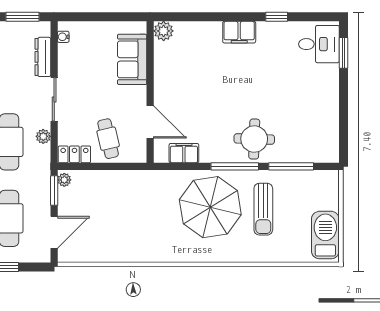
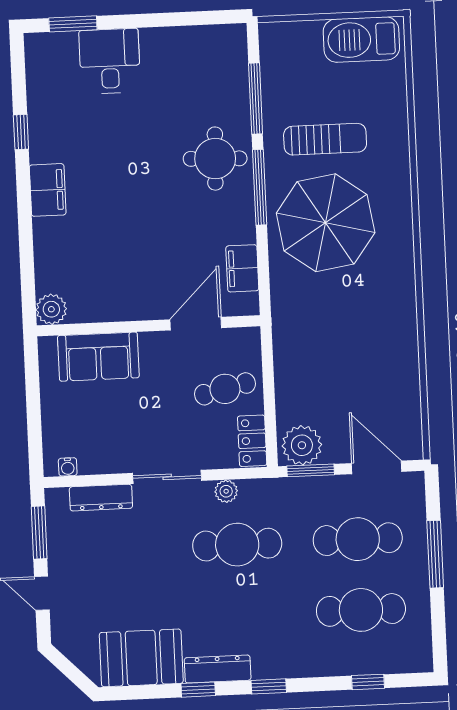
desk: (319, 44) -> (110, 61), moved
plant: (64, 180) -> (302, 445), width x1.87, depth x1.87

